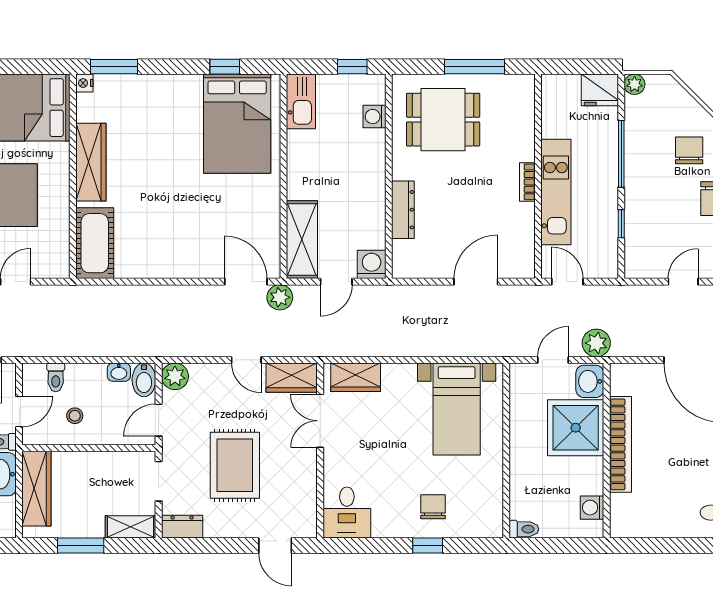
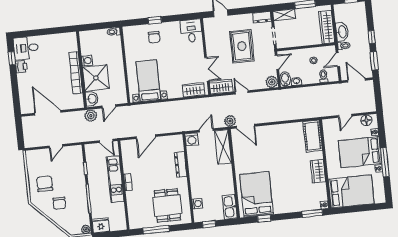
dining table: (443, 120) -> (167, 205), turned 90
wardrobe: (91, 162) -> (318, 171), width x0.67
washing machine: (592, 508) -> (87, 61), moved

